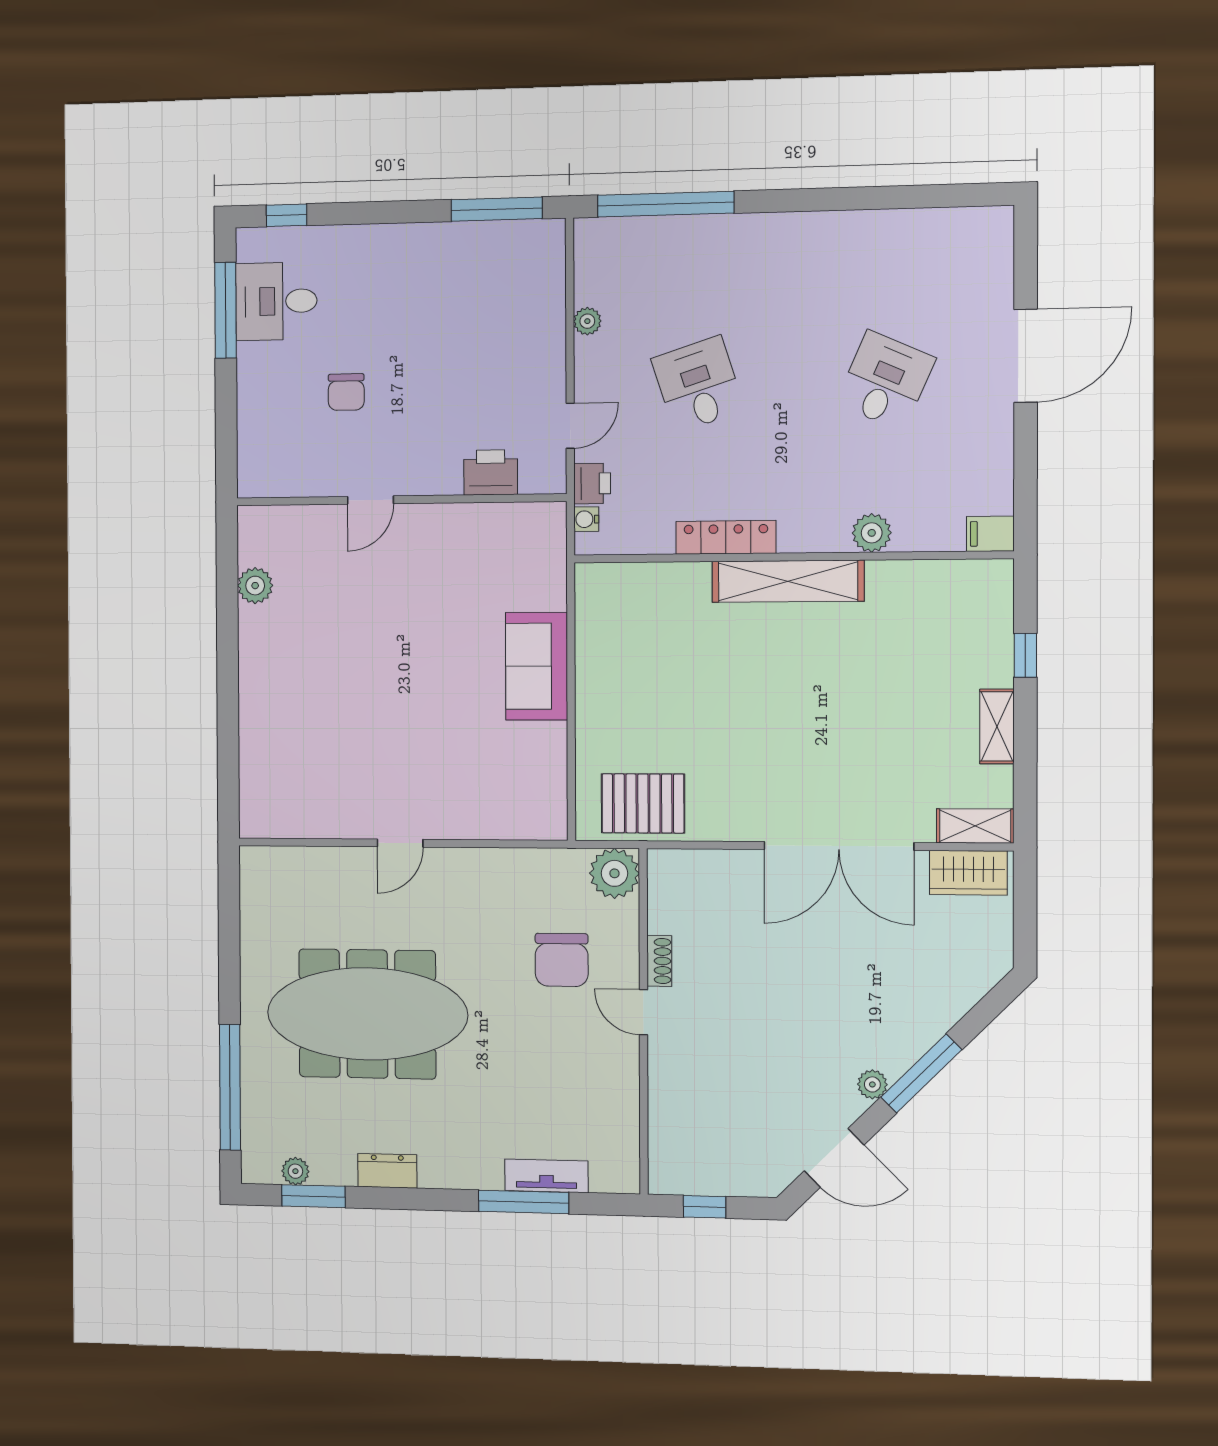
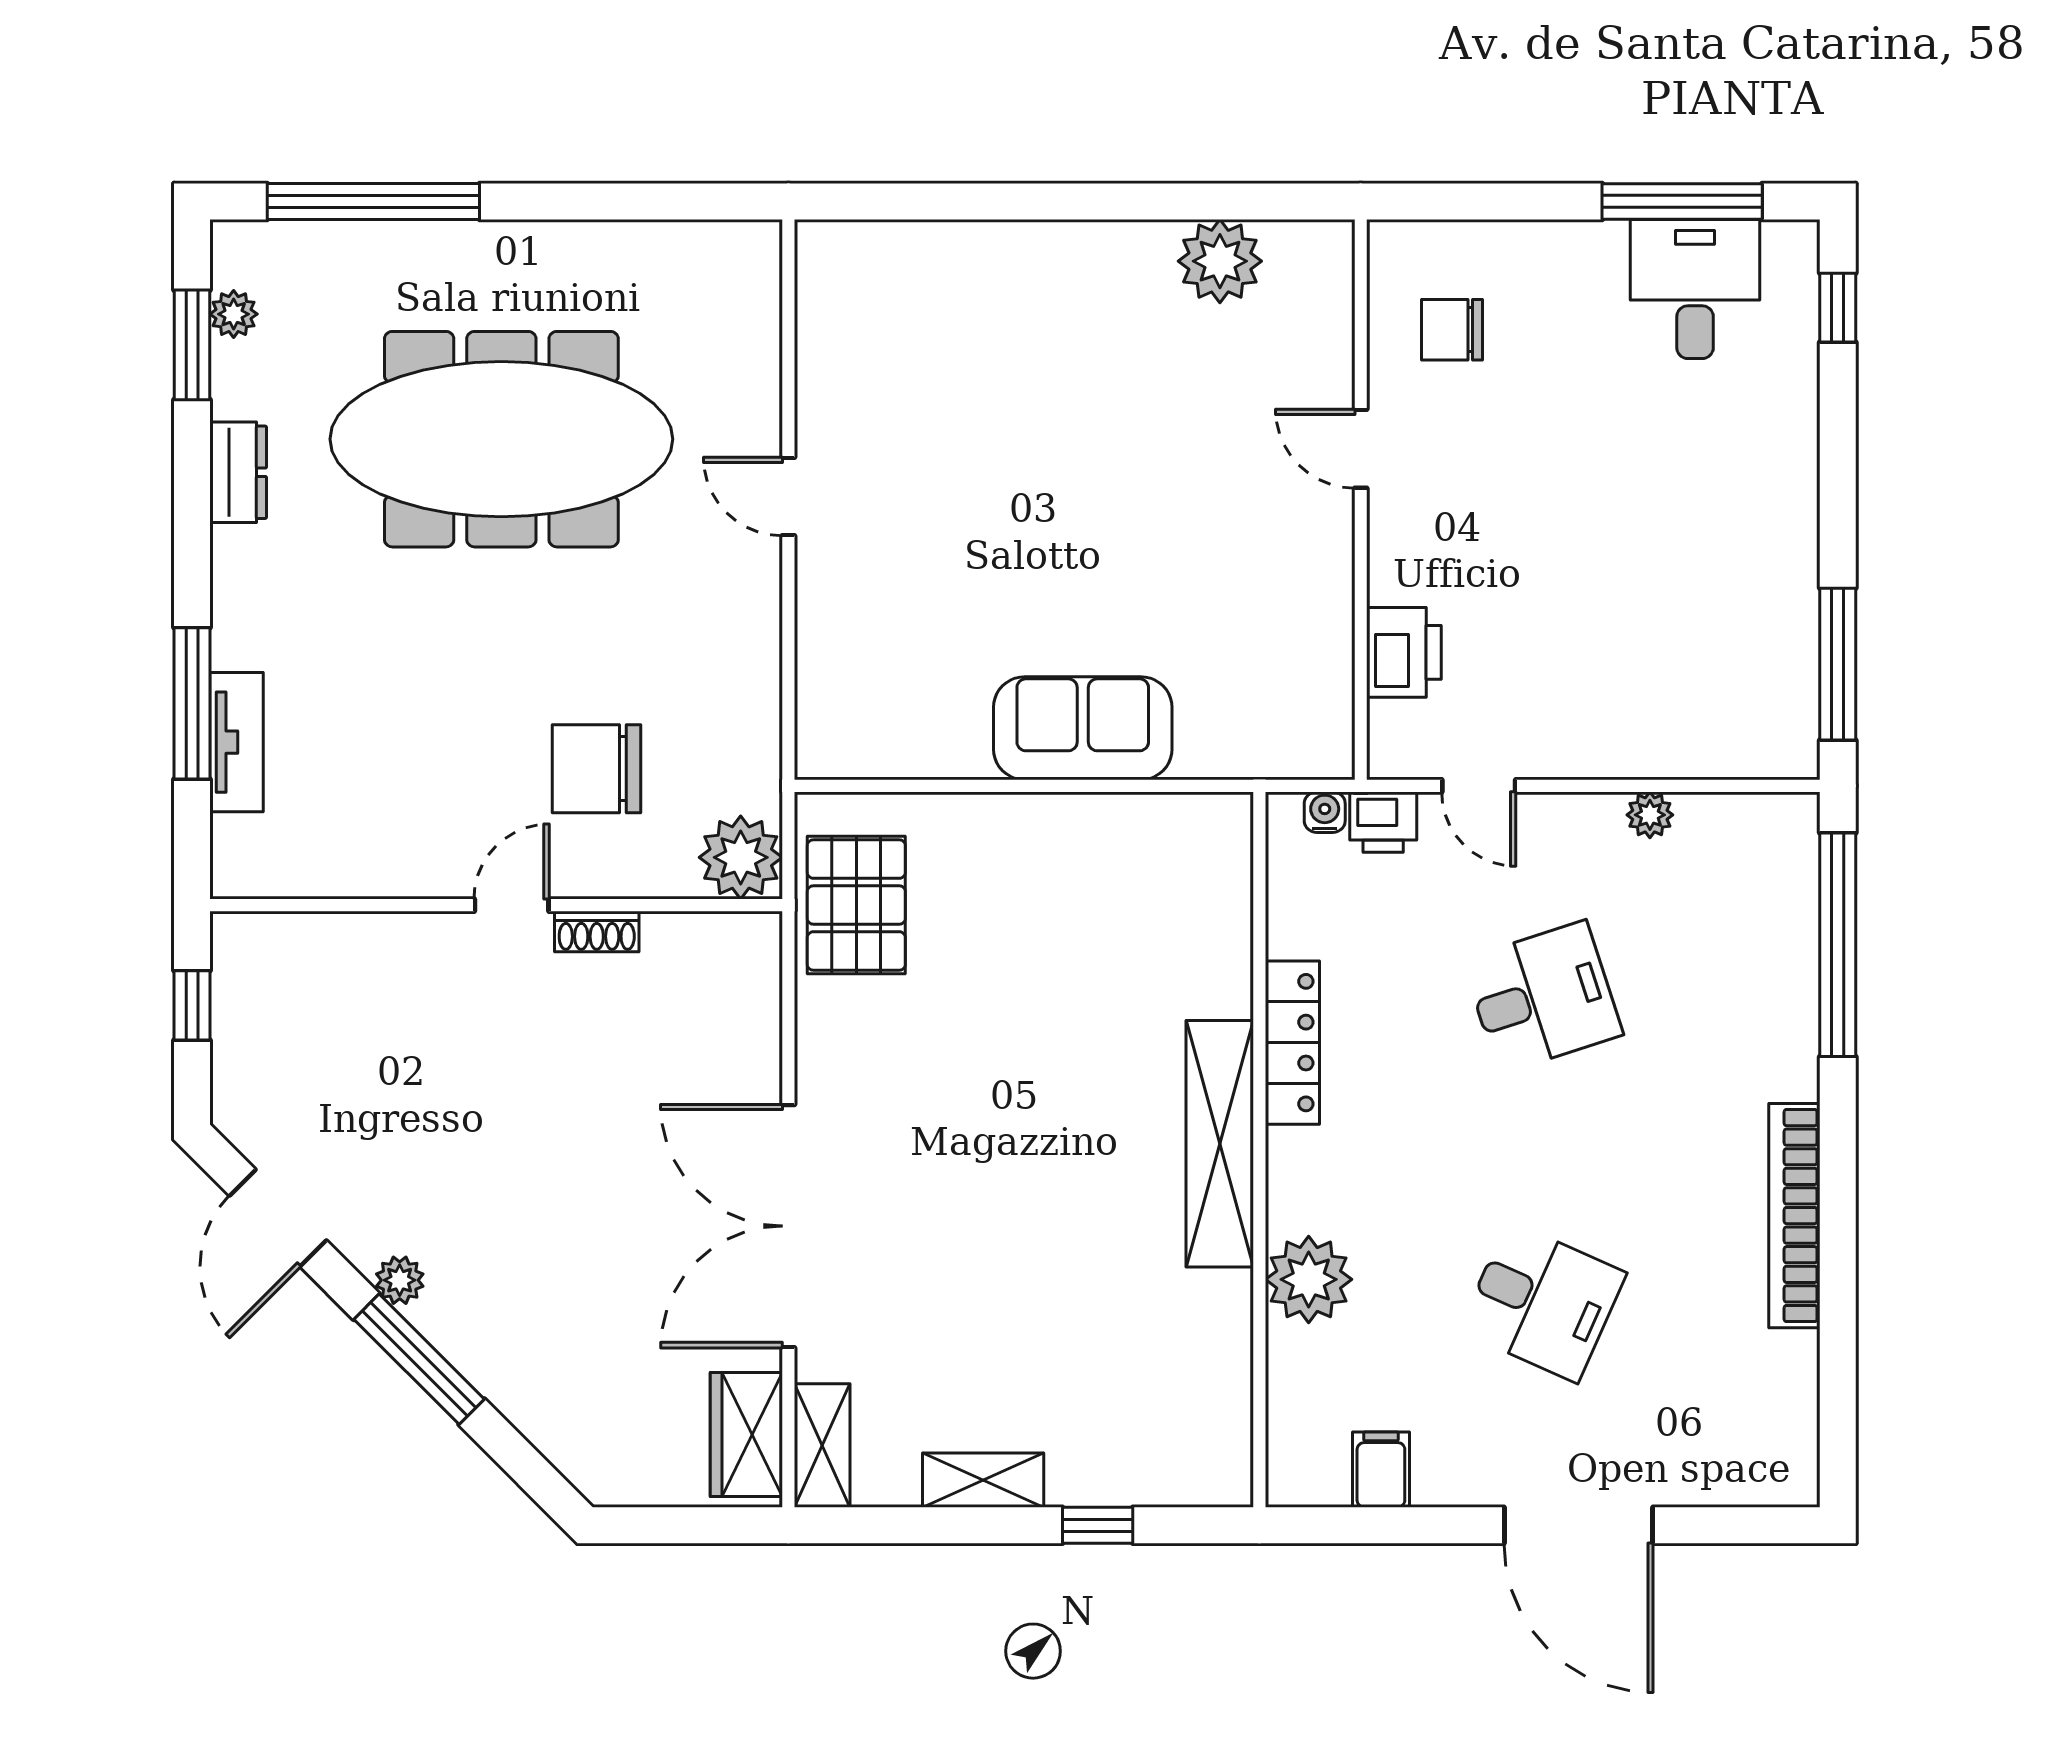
bookcase: (832, 226) -> (1794, 1216), added
chair: (346, 392) -> (1452, 330), moved
plant: (872, 533) -> (1309, 1279), width x1.36, depth x1.36
filing cabinet: (990, 534) -> (1381, 1470), moved
plant: (255, 586) -> (1220, 261), width x1.36, depth x1.36
meeting table: (367, 1014) -> (501, 439), turned 90

